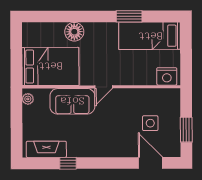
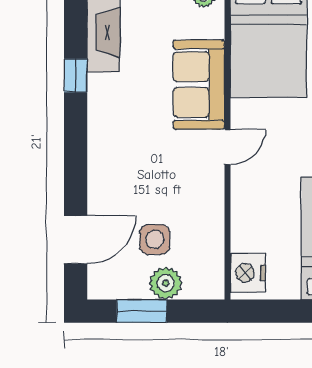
door: (104, 87) -> (227, 147), swing flipped
plant: (172, 118) -> (166, 283), added

